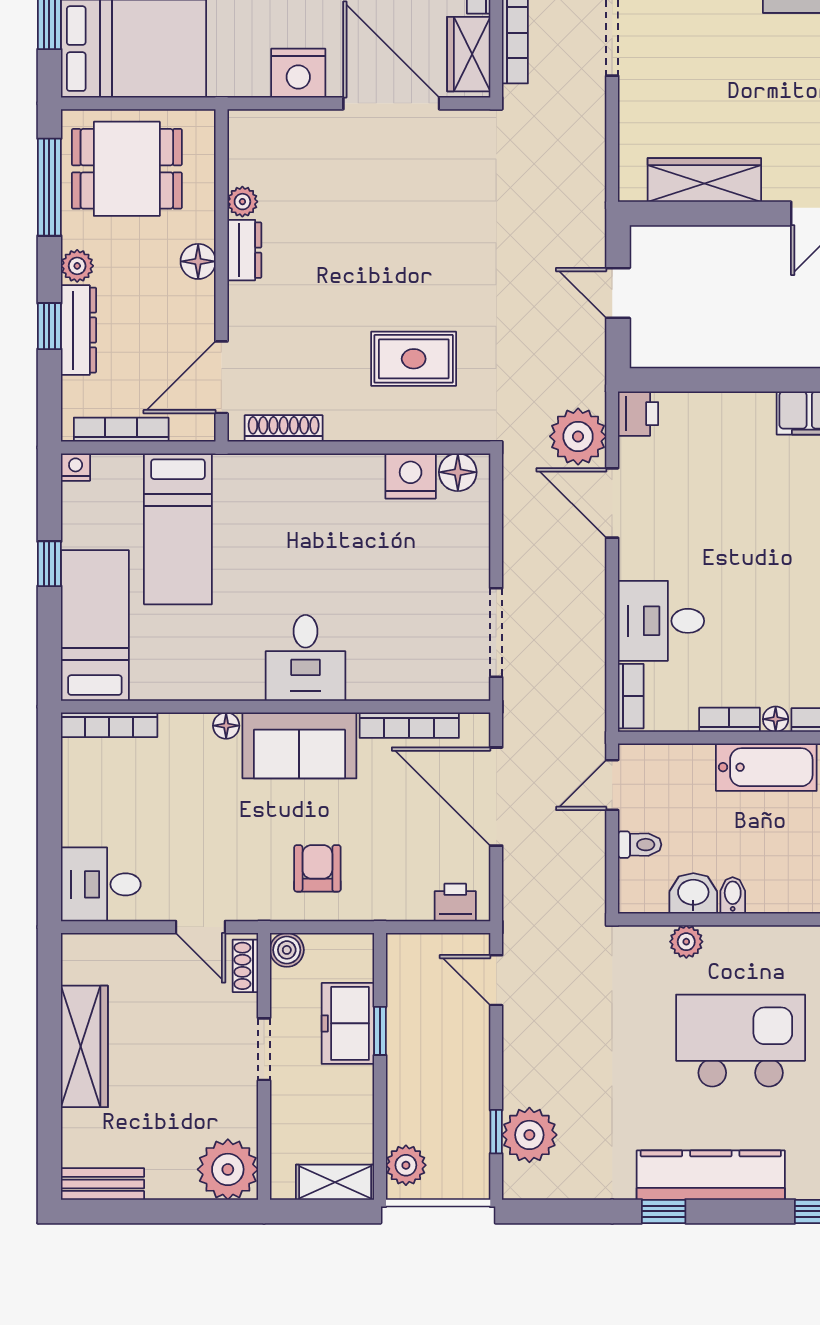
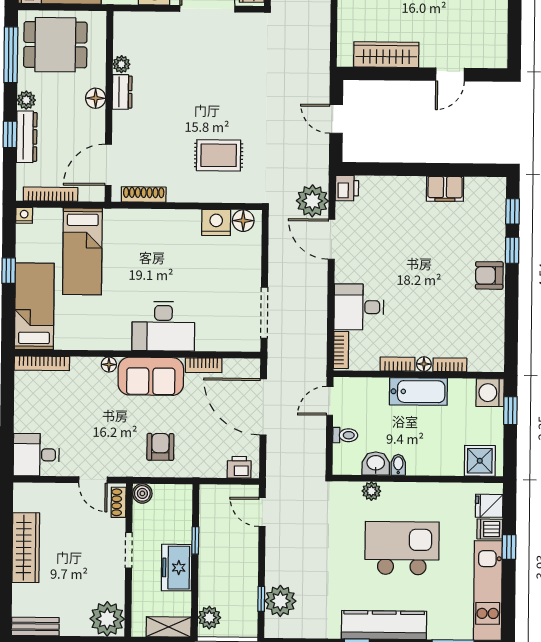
desk: (306, 658) -> (163, 326), width x1.37
bookcase: (409, 725) -> (204, 365), width x0.64
freezer: (348, 1023) -> (177, 568), moved

